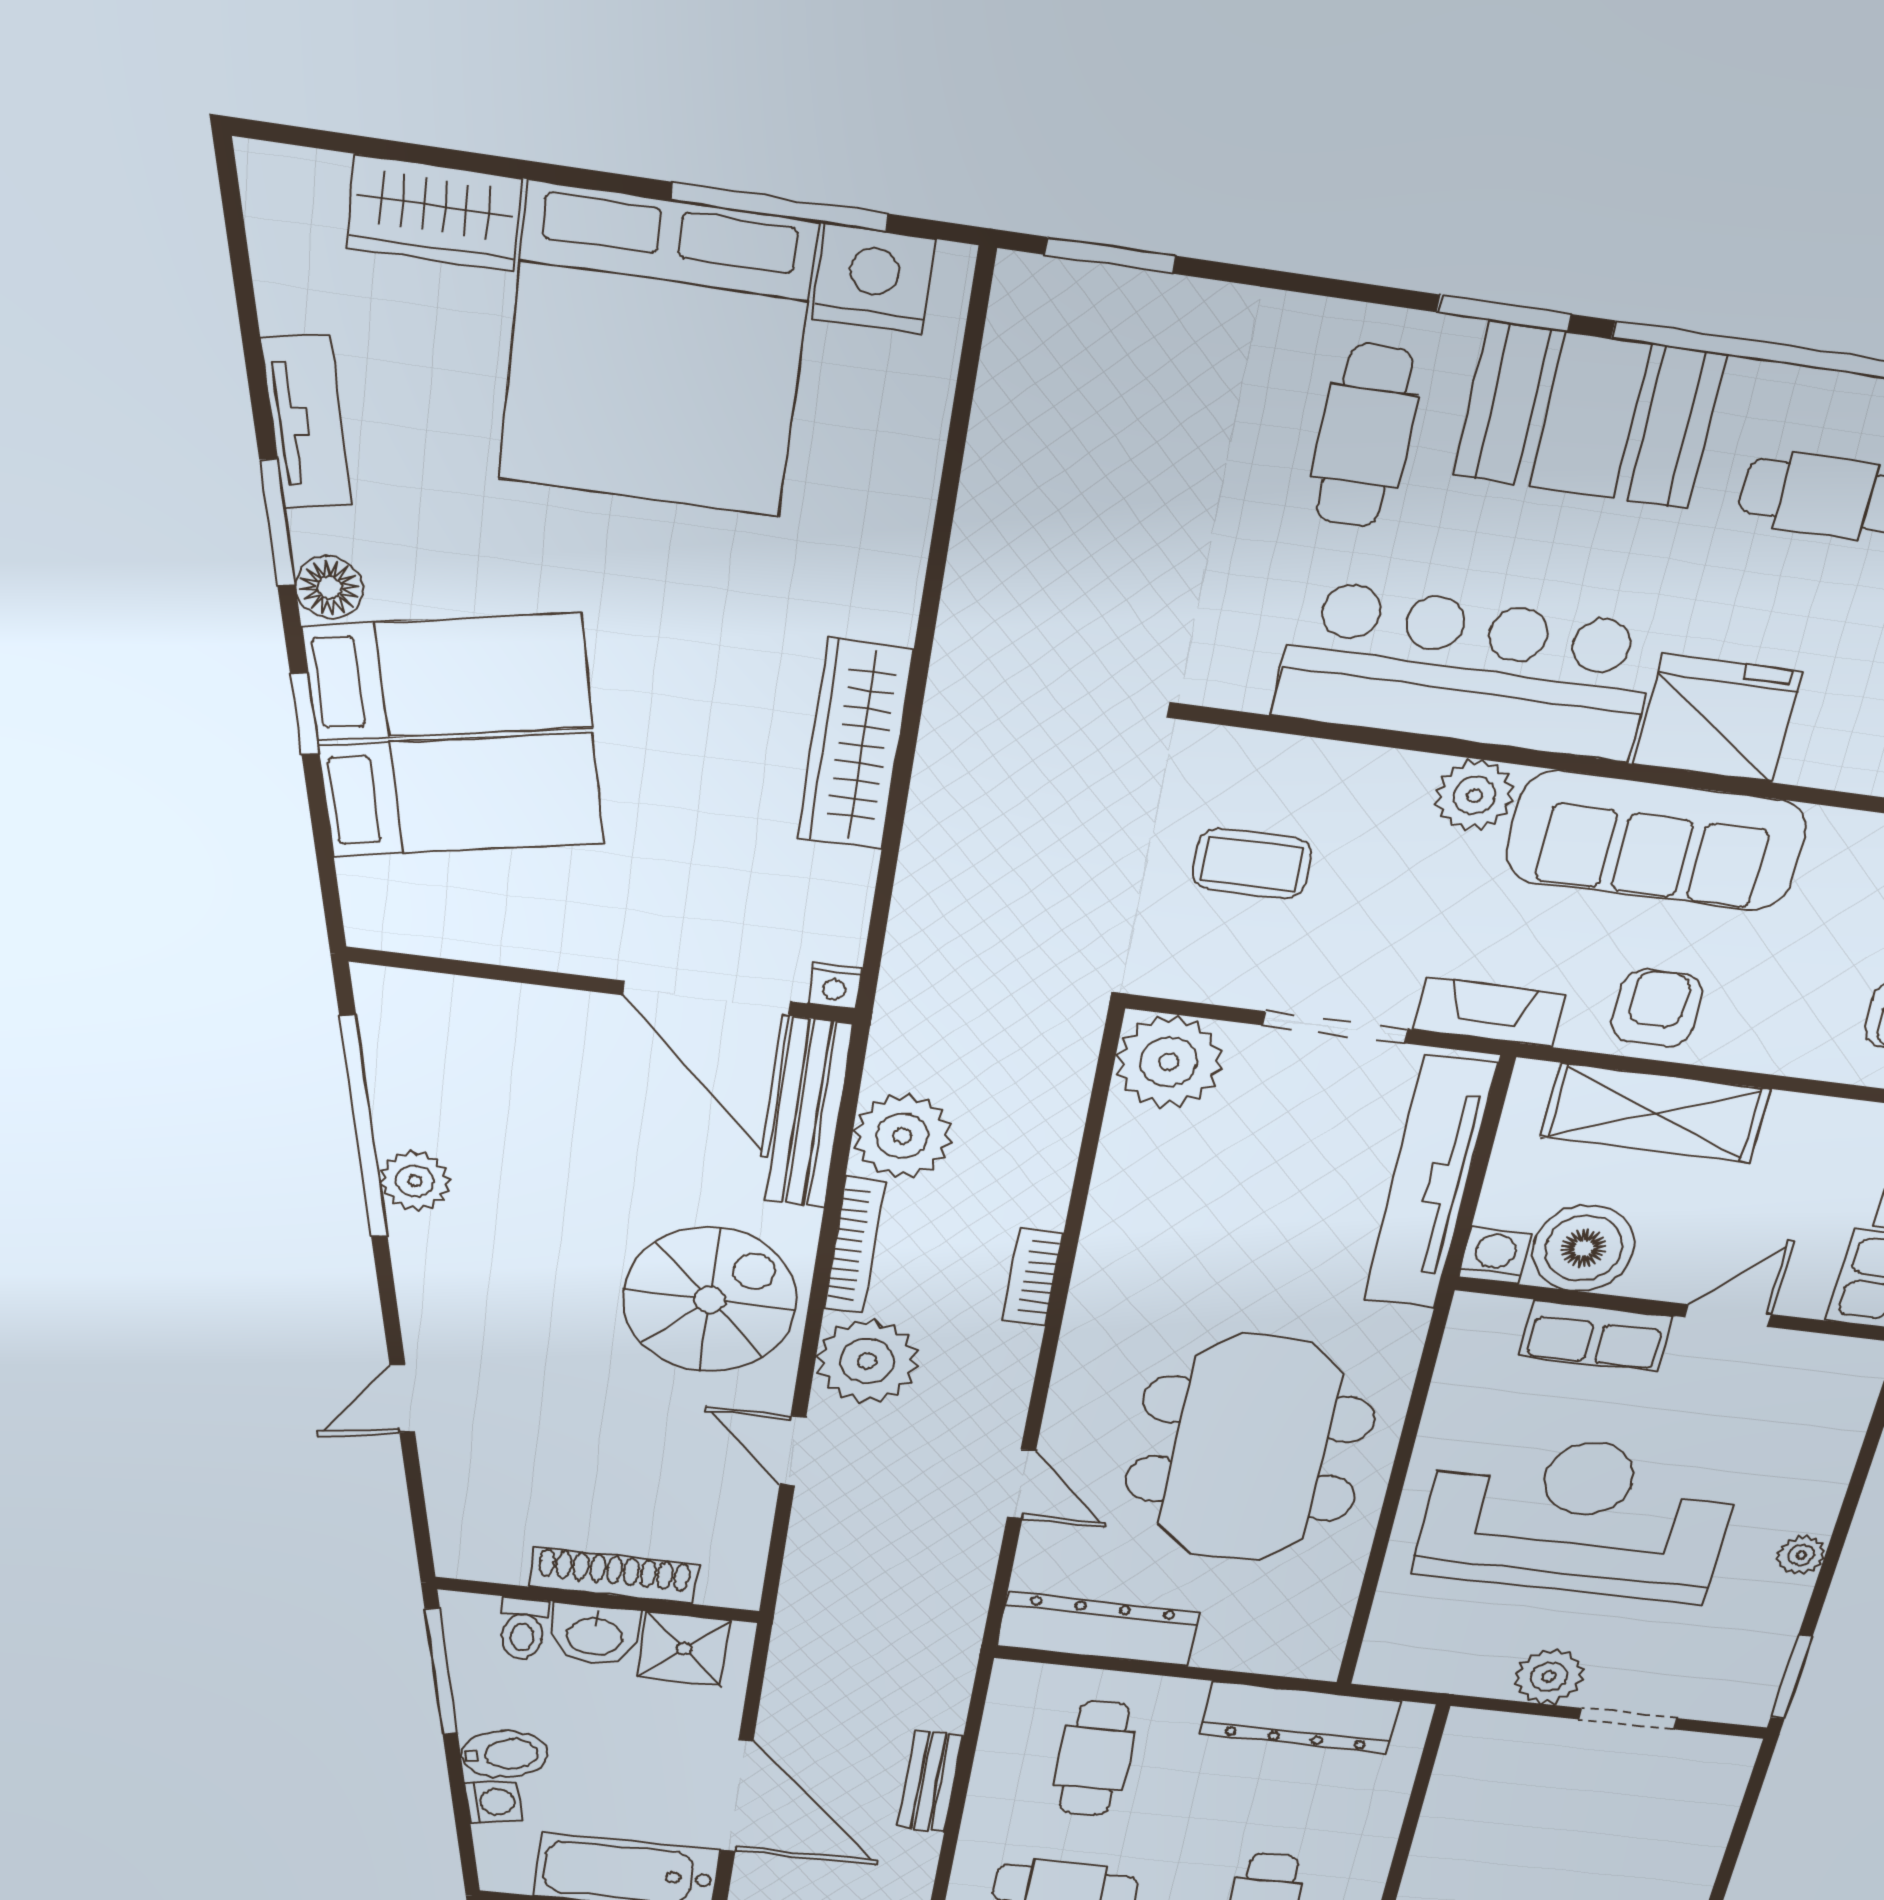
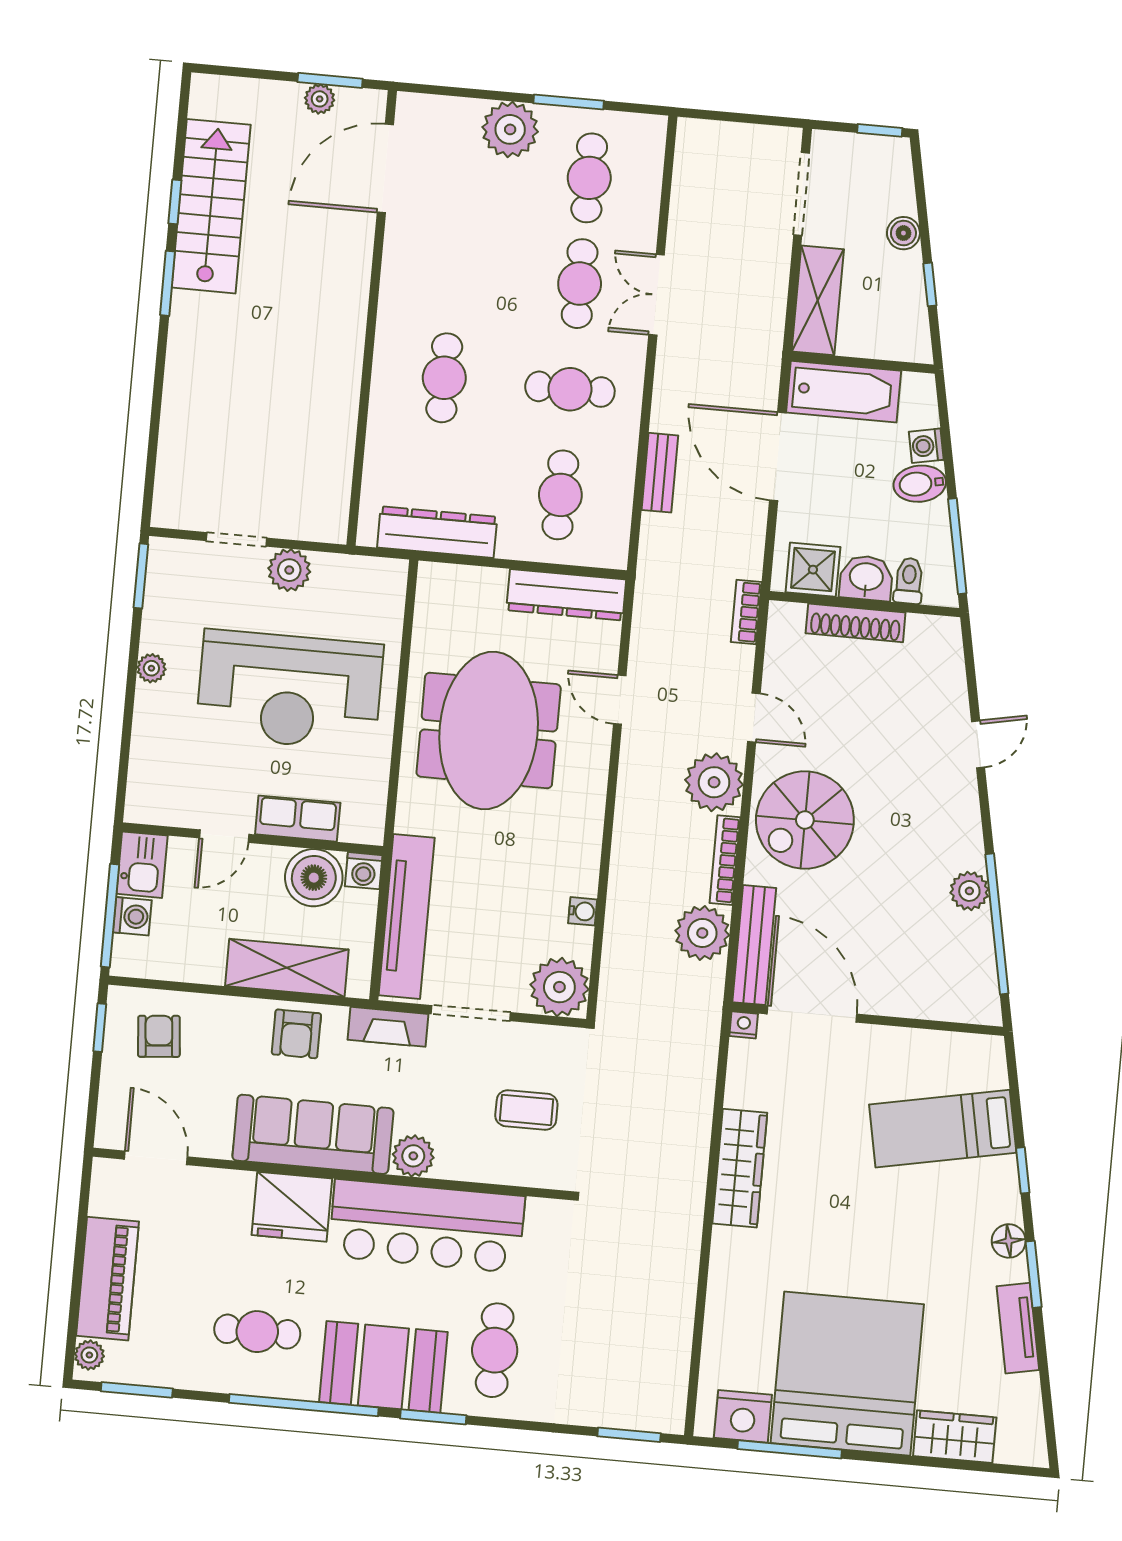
bed: (448, 677) -> (949, 1195), removed
water cooler: (1115, 1178) -> (583, 911), added
bookcase: (1032, 1277) -> (746, 612), moved, turned 180

